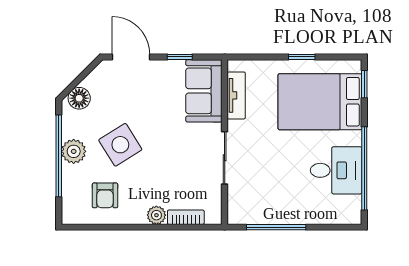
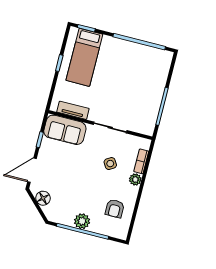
floor lamp: (79, 98) -> (43, 198), moved
bed: (320, 102) -> (84, 57), width x0.67
side table: (120, 145) -> (110, 164), moved, width x0.54, depth x0.54
desk: (336, 170) -> (136, 60), removed
armchair: (105, 195) -> (115, 209), turned 90

